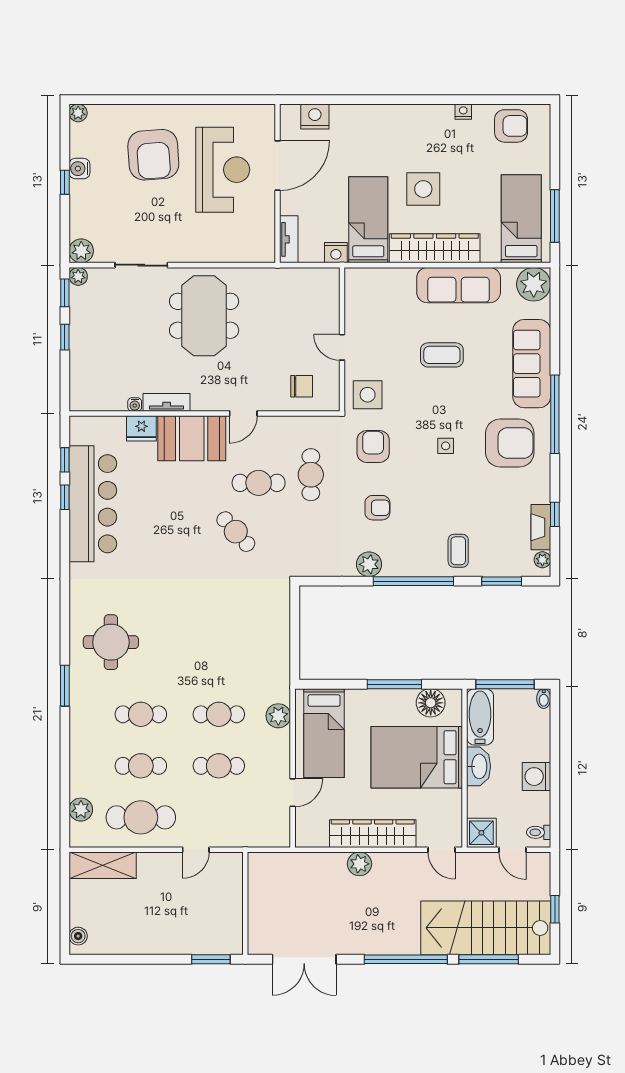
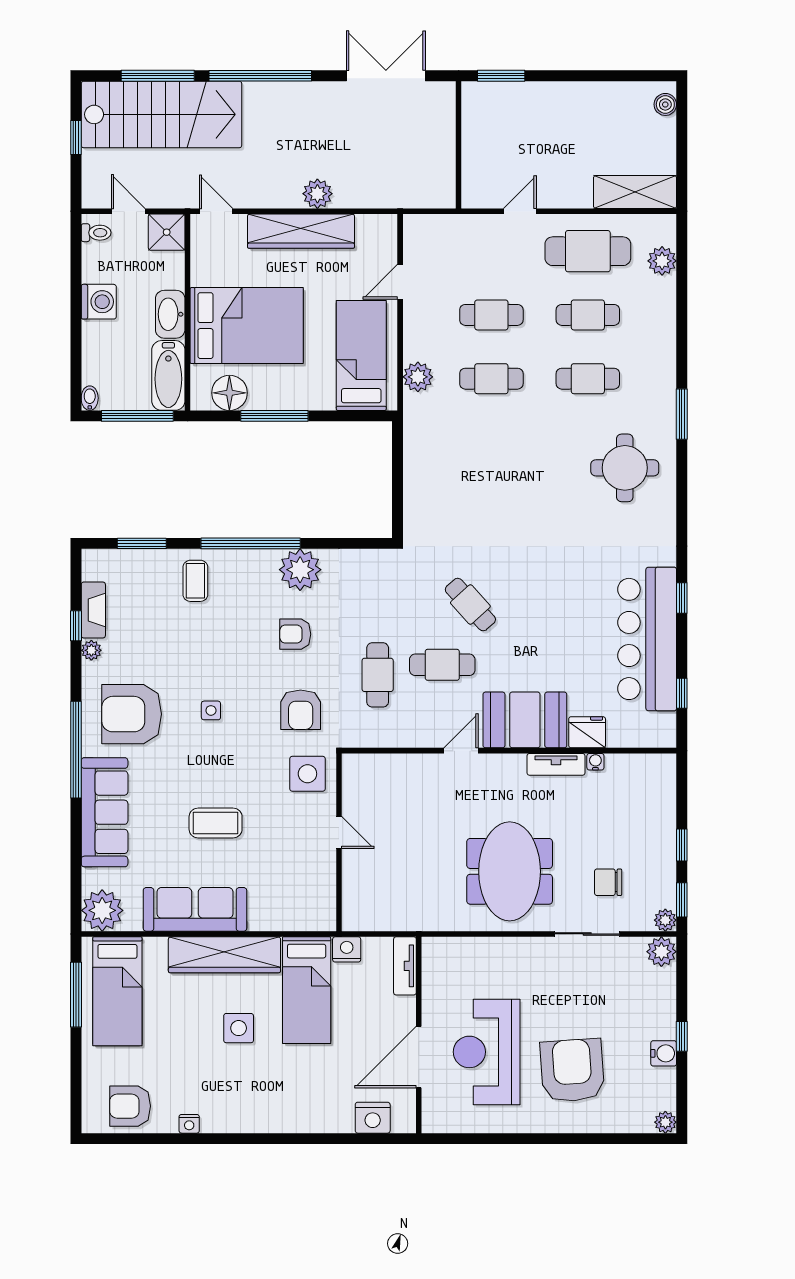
side table: (423, 189) -> (239, 1028), width x0.73, depth x0.73
chair: (302, 386) -> (608, 882), moved
window: (65, 497) -> (682, 598), moved
plant: (542, 560) -> (91, 650), moved
plant: (369, 564) -> (300, 570), width x1.36, depth x1.36

